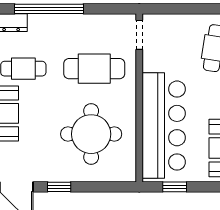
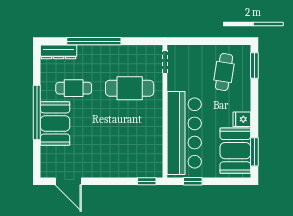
round table: (91, 134) -> (127, 140), removed
window: (59, 187) -> (147, 181), moved

